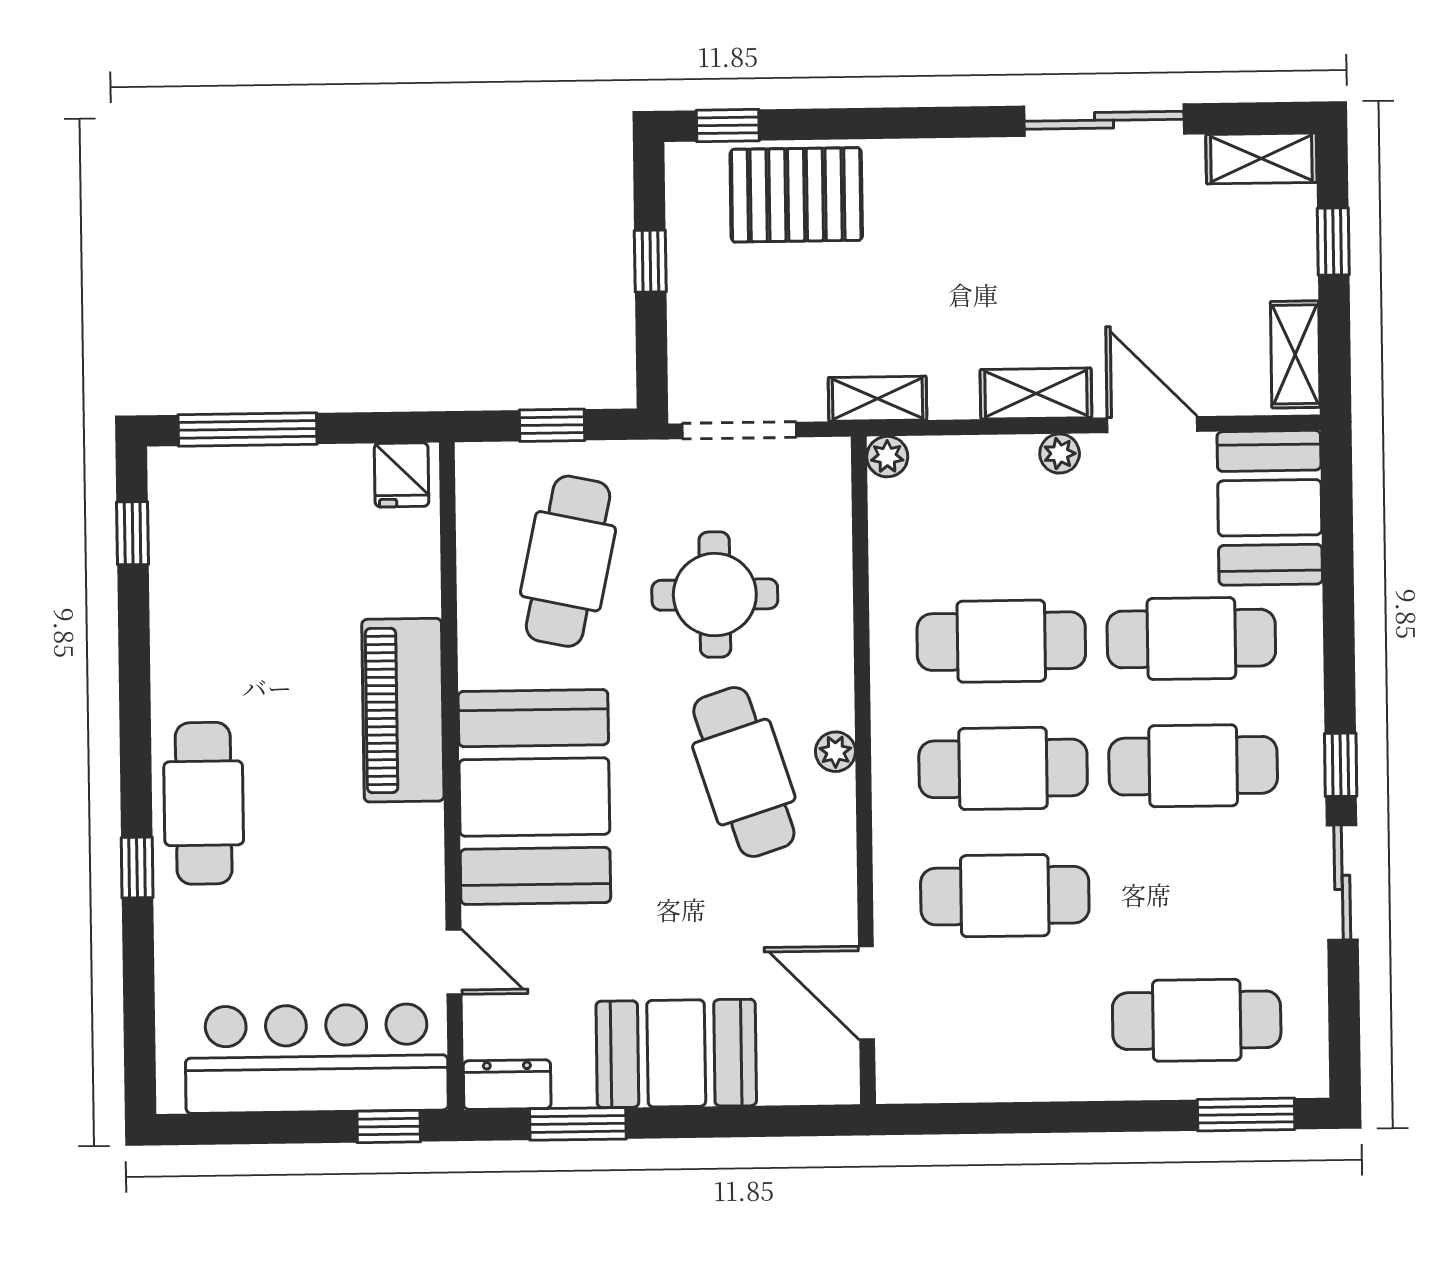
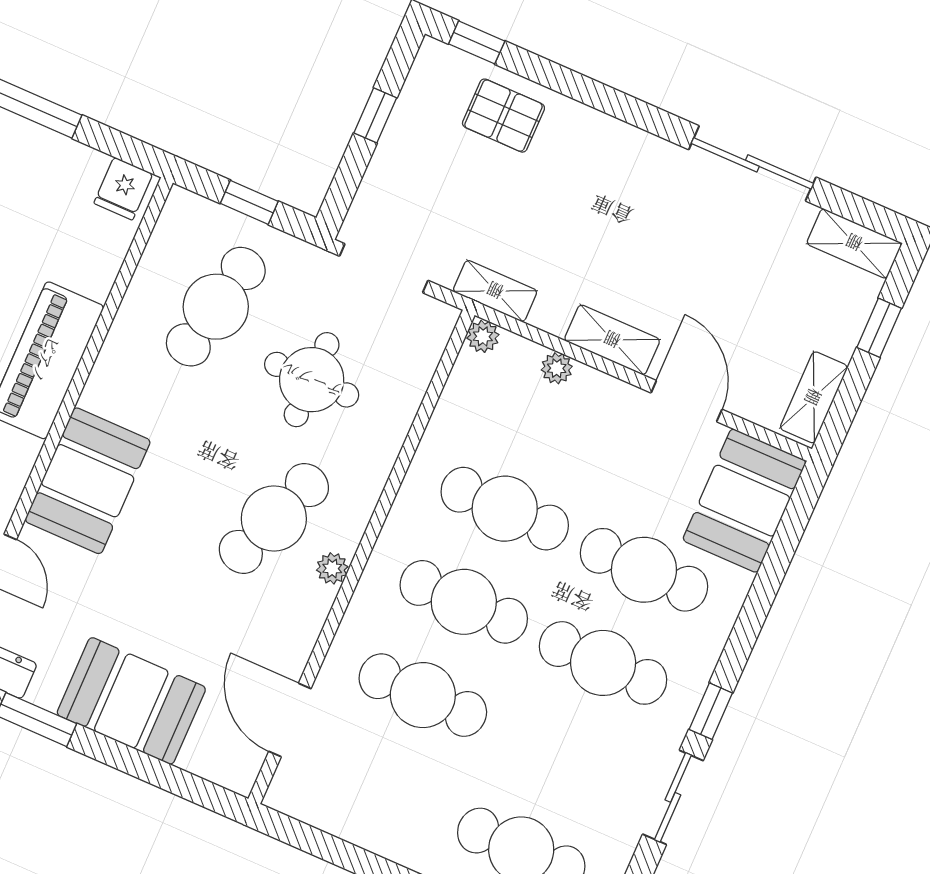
pallet: (796, 195) -> (503, 116), width x0.67, depth x0.71
plant: (1060, 454) -> (557, 368), moved
plant: (835, 752) -> (332, 568), moved
cafe table: (744, 772) -> (274, 518), turned 39
booth: (534, 797) -> (88, 481), width x0.73, depth x0.70

